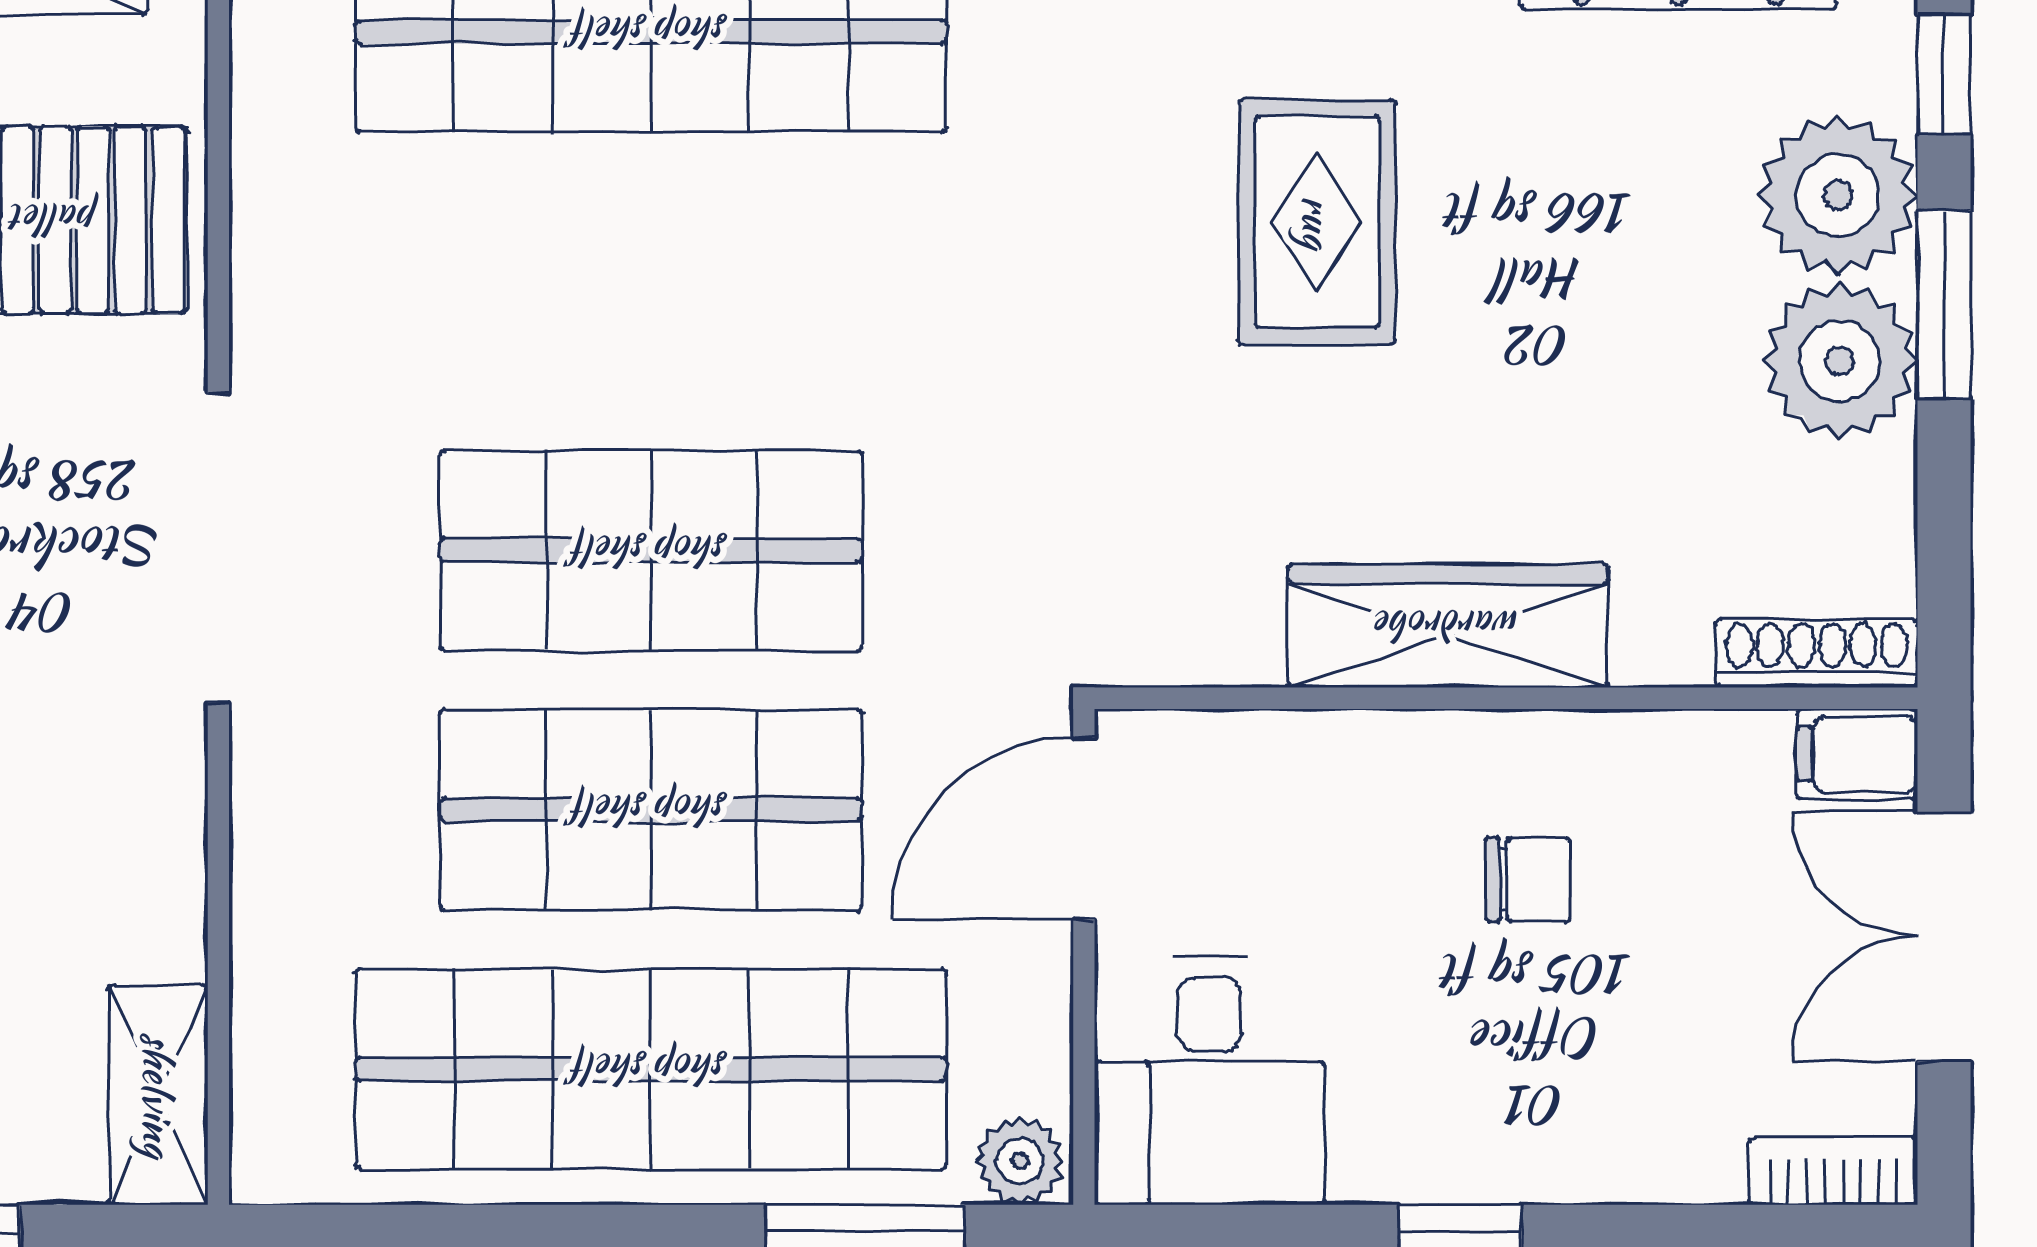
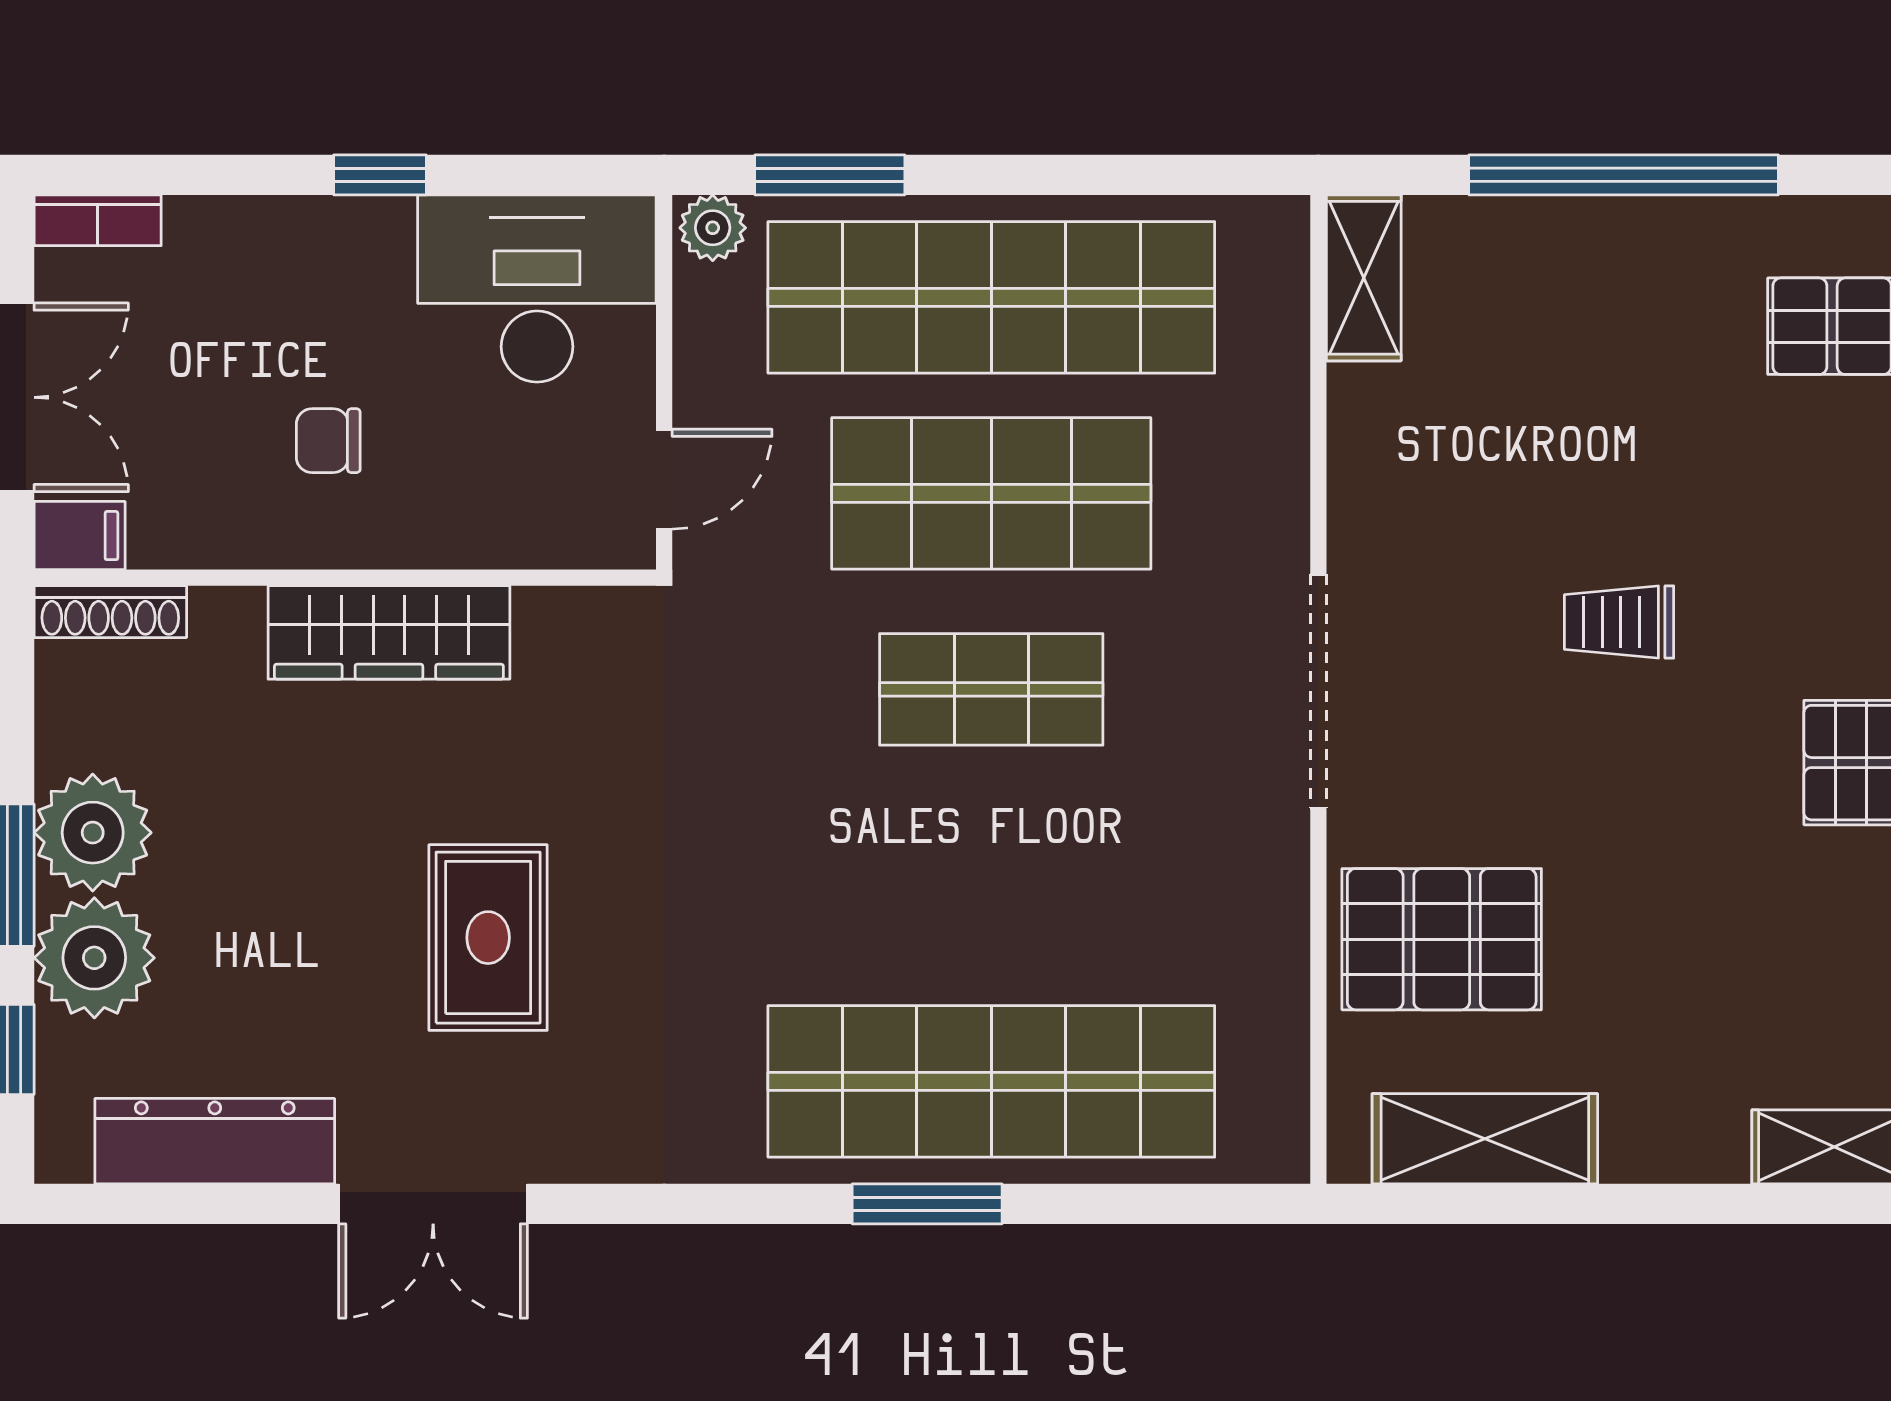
shop shelf: (651, 551) -> (991, 689), width x0.70, depth x0.74
door: (1084, 829) -> (664, 479), width x0.73
desk: (1209, 1081) -> (537, 288), width x1.37

